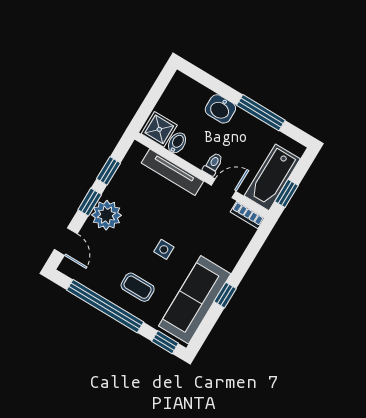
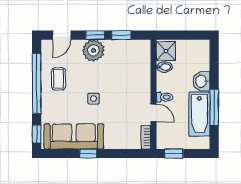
tv unit: (172, 172) -> (144, 75), removed
bathtub: (272, 177) -> (199, 114), moved, turned -90
coffee table: (138, 287) -> (59, 79), moved

